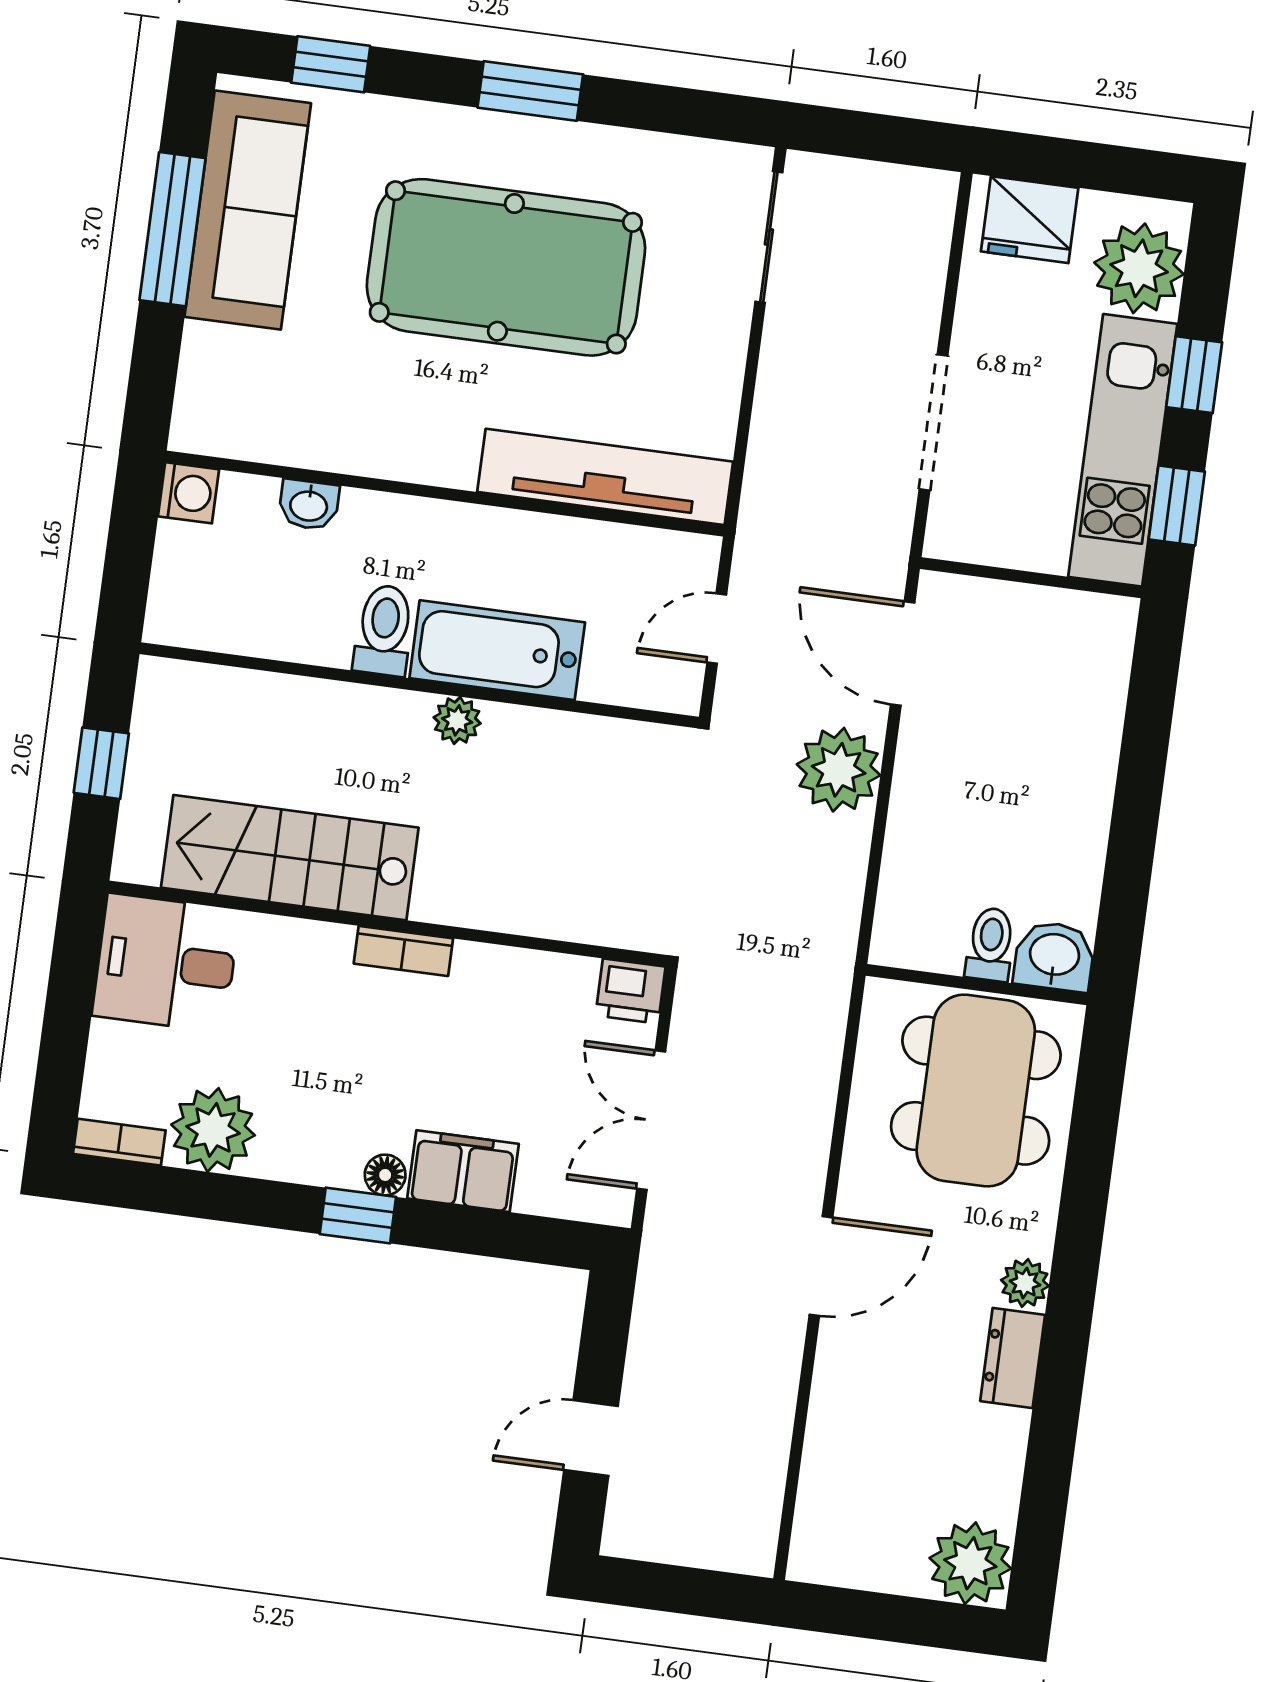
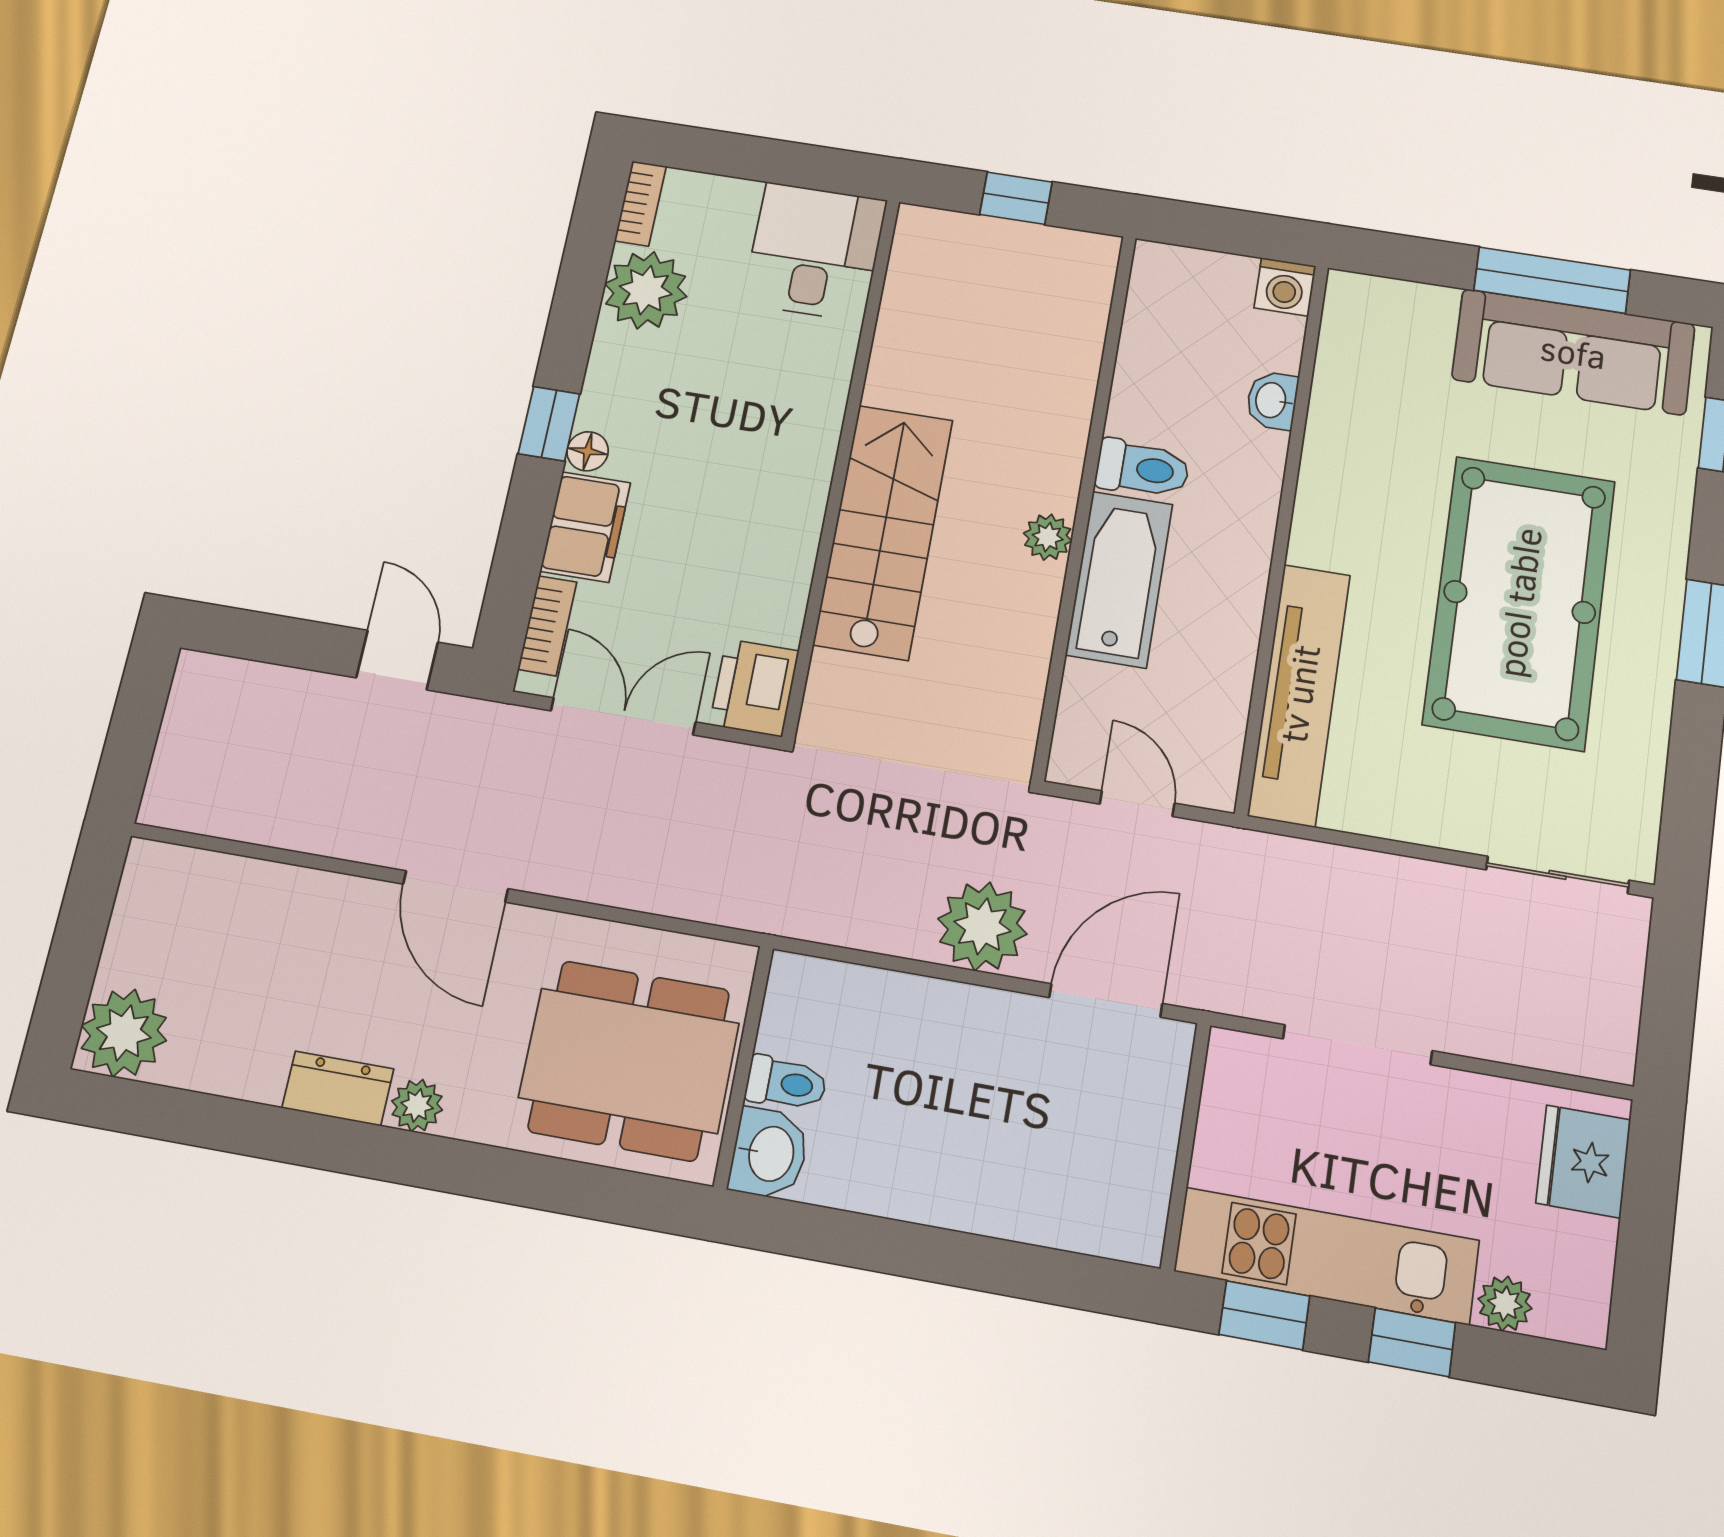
plant: (1139, 268) -> (1505, 1304), width x0.53, depth x0.53
stairs: (290, 858) -> (883, 532), moved
bookcase: (403, 951) -> (547, 626), moved, turned 180
printer: (630, 991) -> (754, 688), width x1.36, depth x1.24
door: (591, 1438) -> (397, 660), moved

